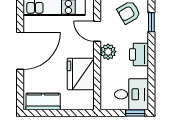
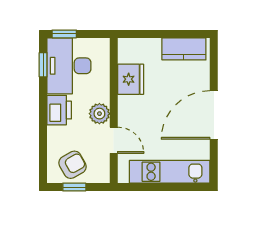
window: (151, 22) -> (43, 65), moved
fridge: (81, 74) -> (131, 79), width x0.73, depth x0.75
desk: (132, 94) -> (69, 66), width x1.37

